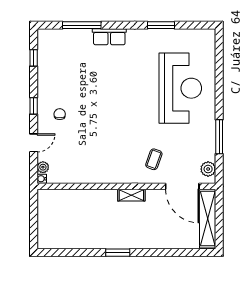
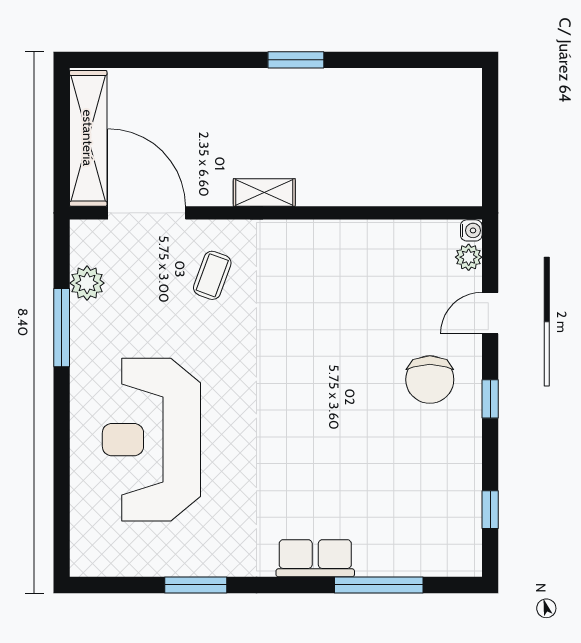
chair: (60, 114) -> (430, 380), width x1.87, depth x1.87
plant: (208, 169) -> (87, 283), moved

